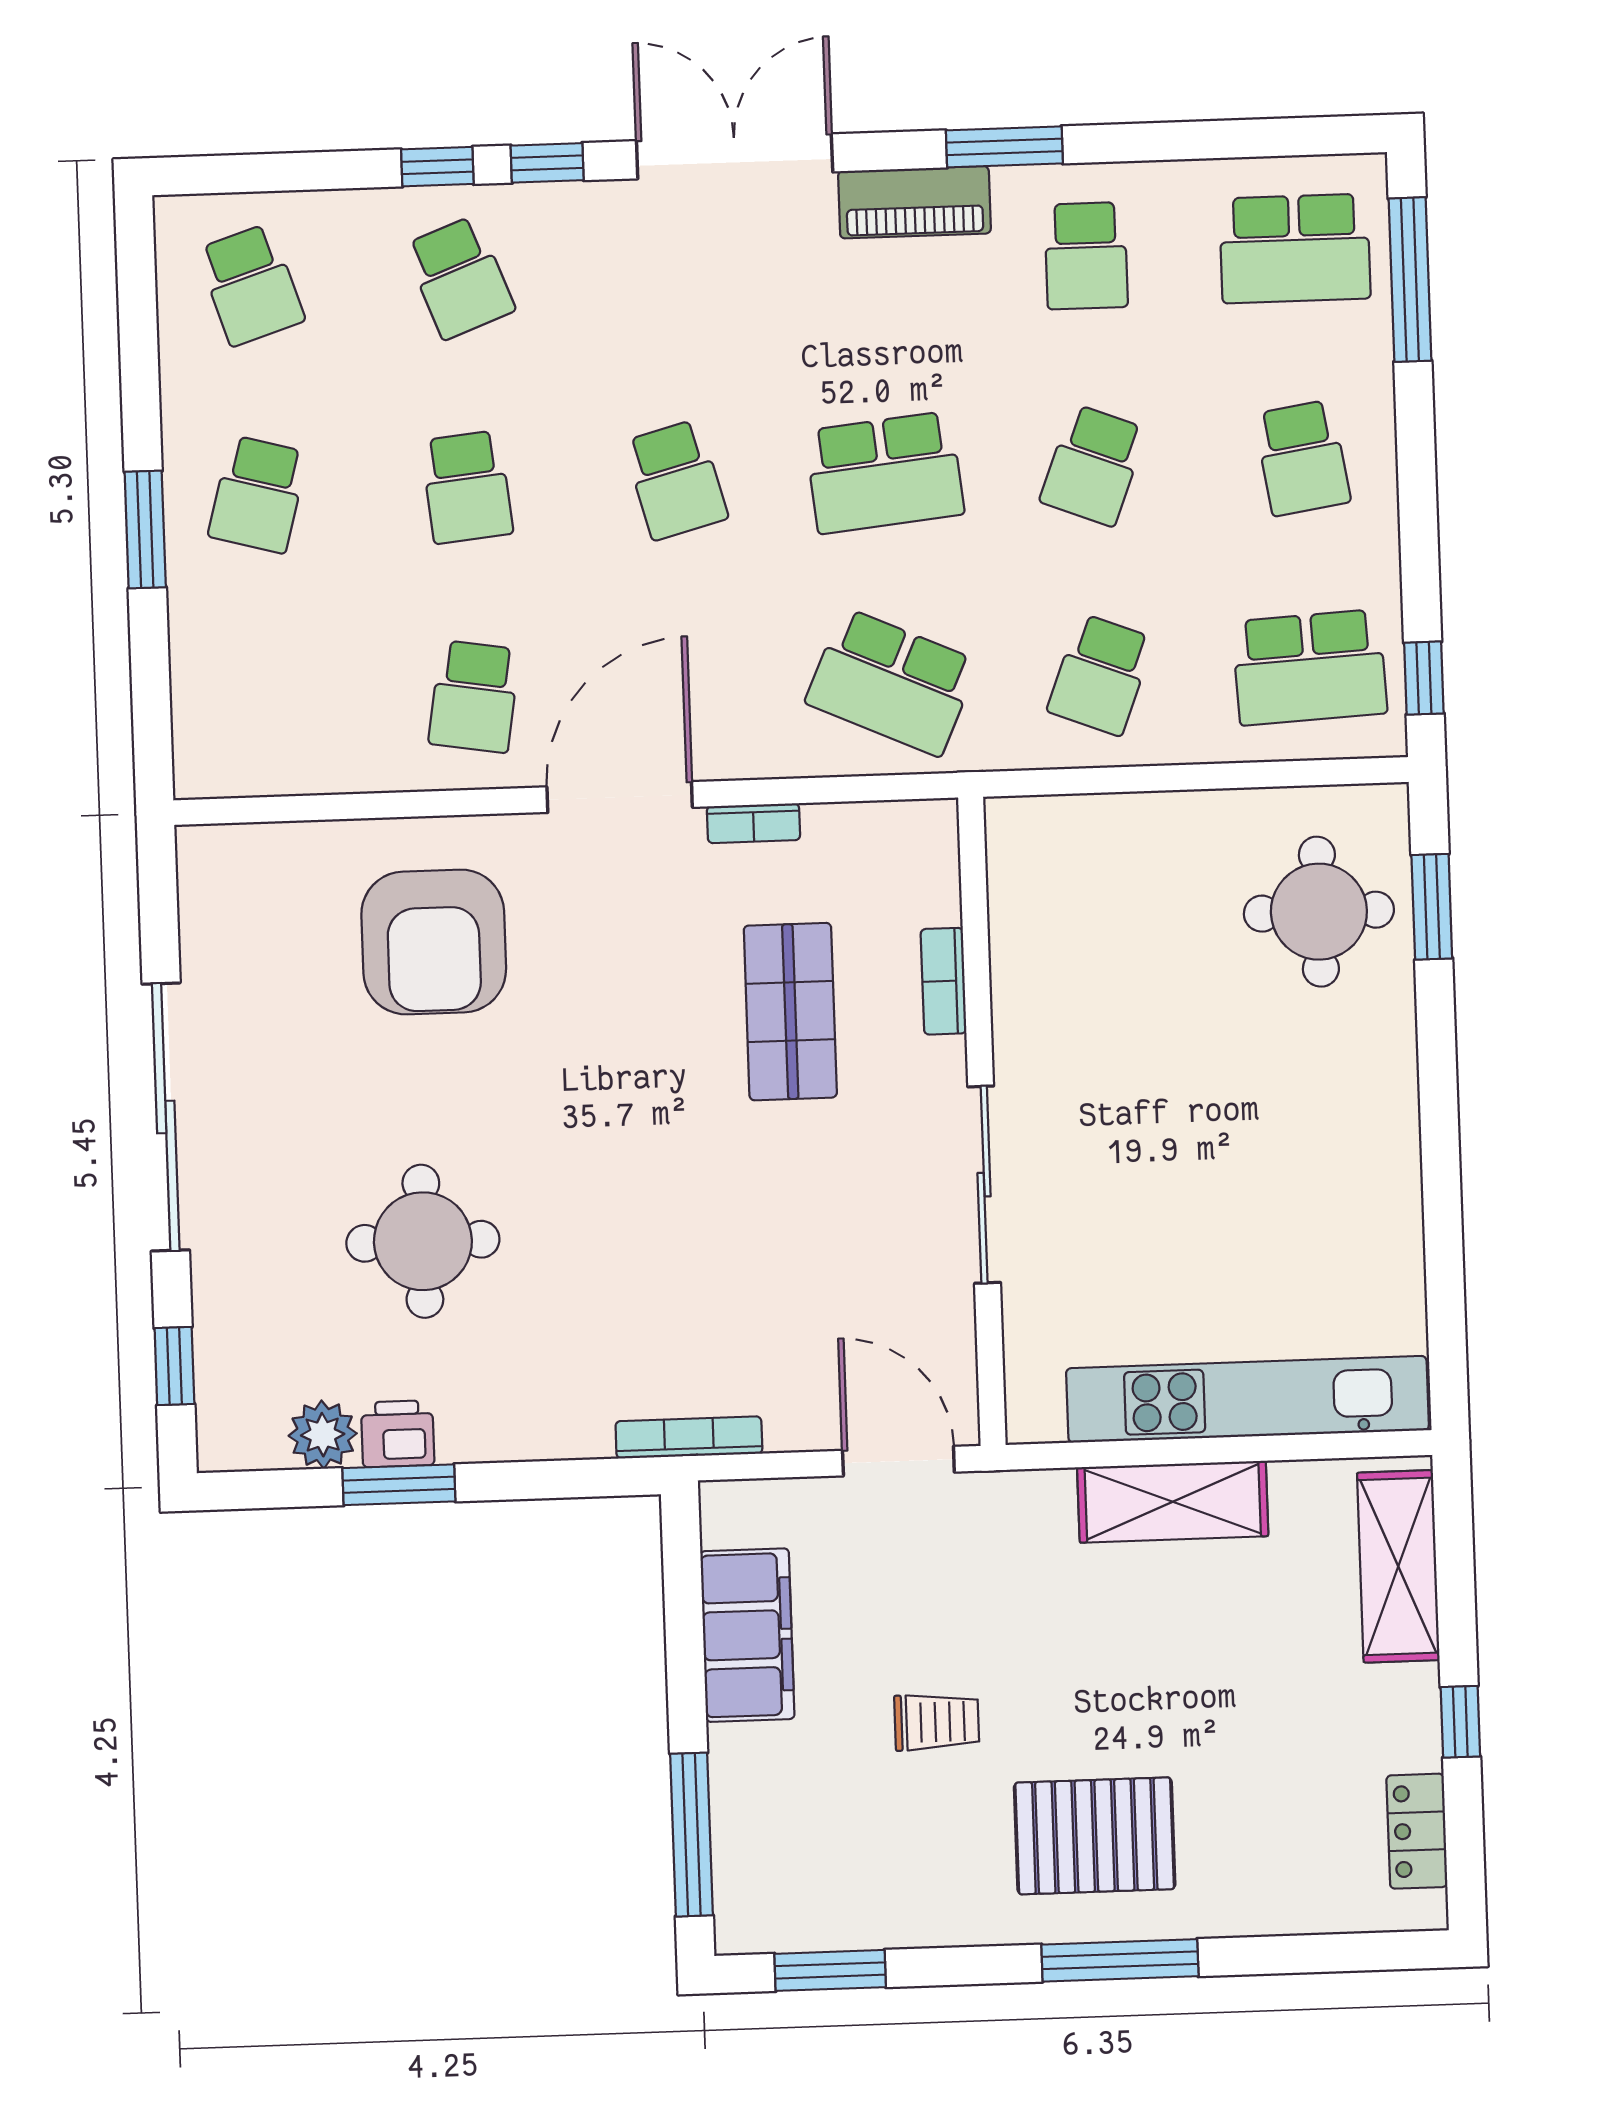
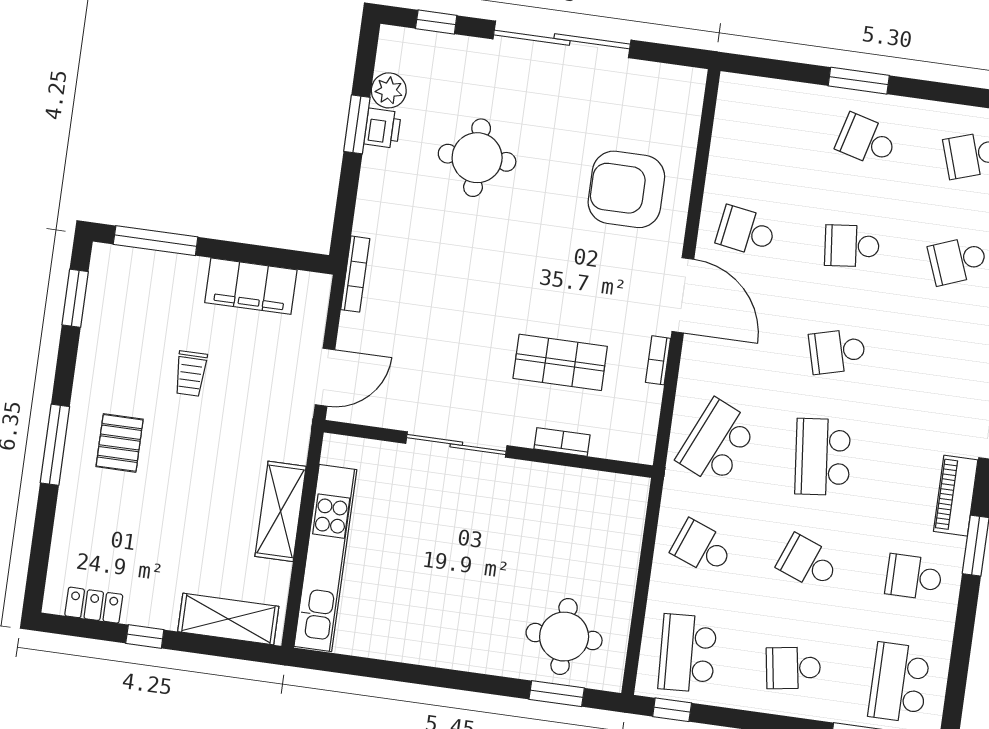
pallet: (1095, 1836) -> (120, 443), width x0.67, depth x0.71

